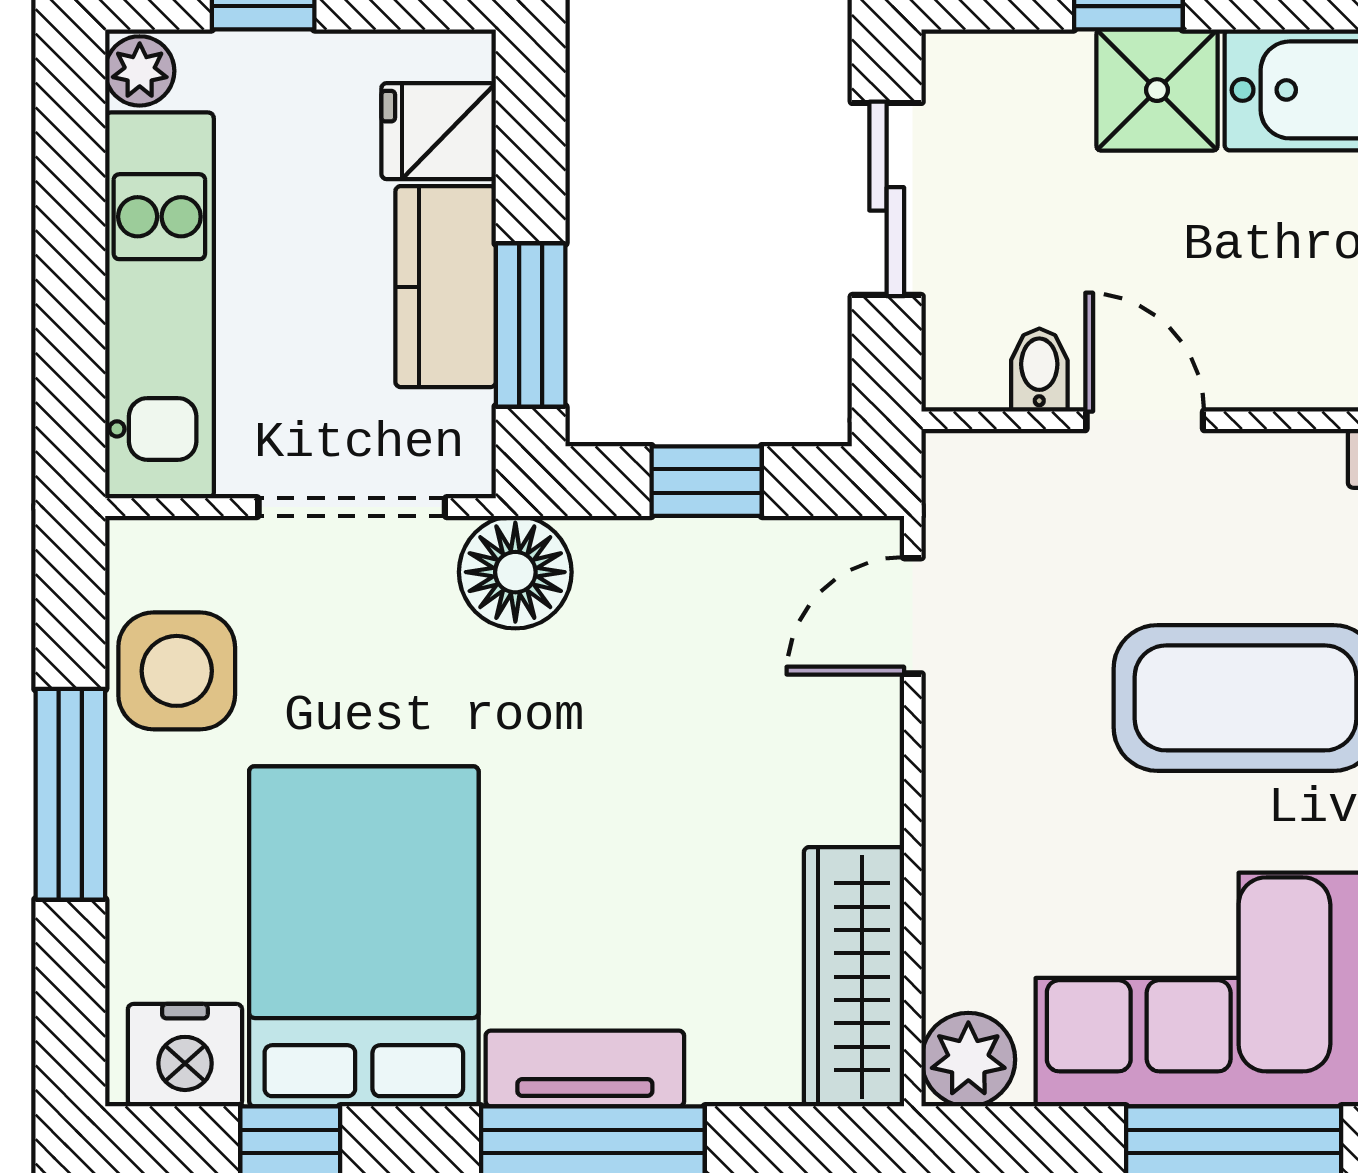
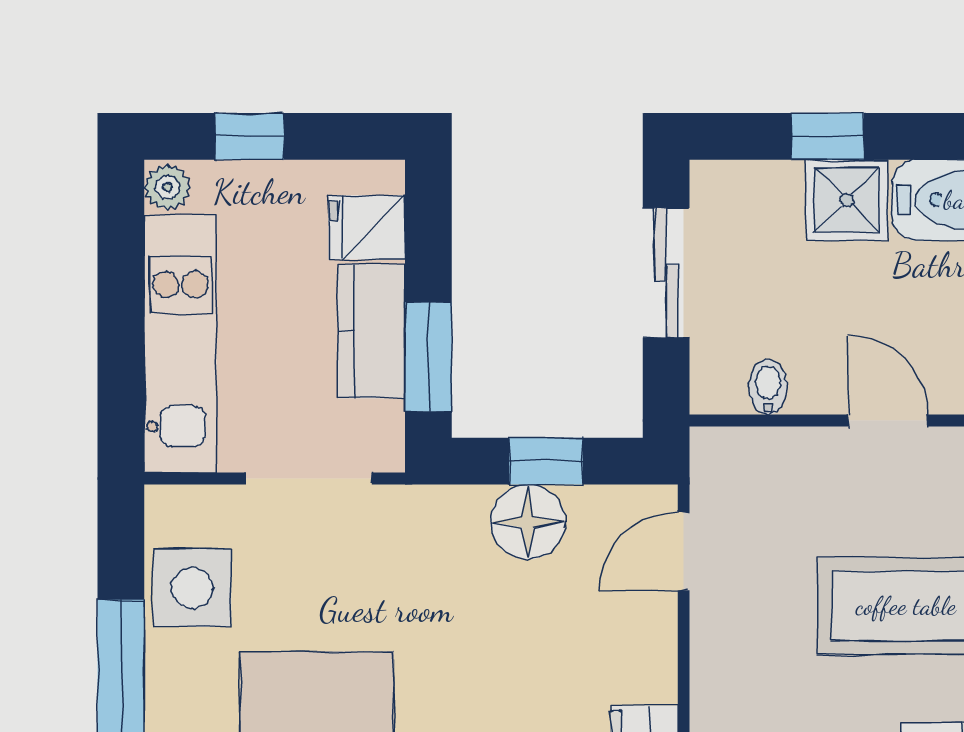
door: (1145, 420) -> (888, 421), moved
floor lamp: (515, 572) -> (528, 522), moved

